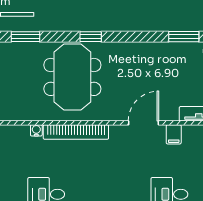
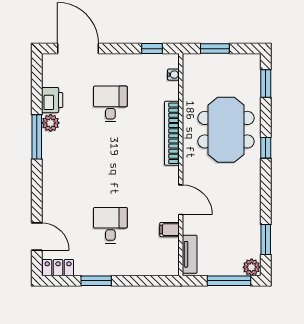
meeting table: (72, 77) -> (226, 130), turned 90
water cooler: (36, 130) -> (173, 75), moved

